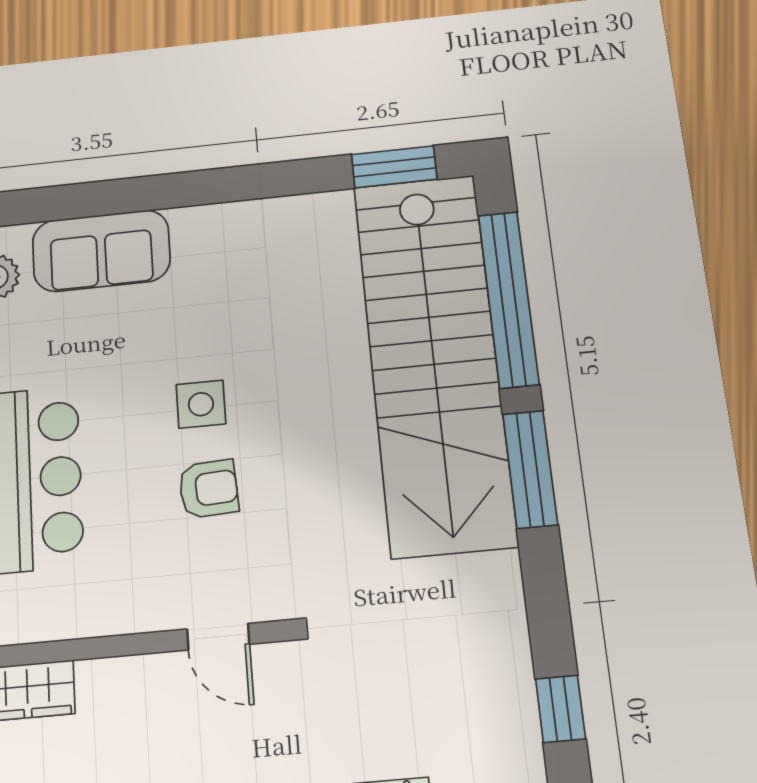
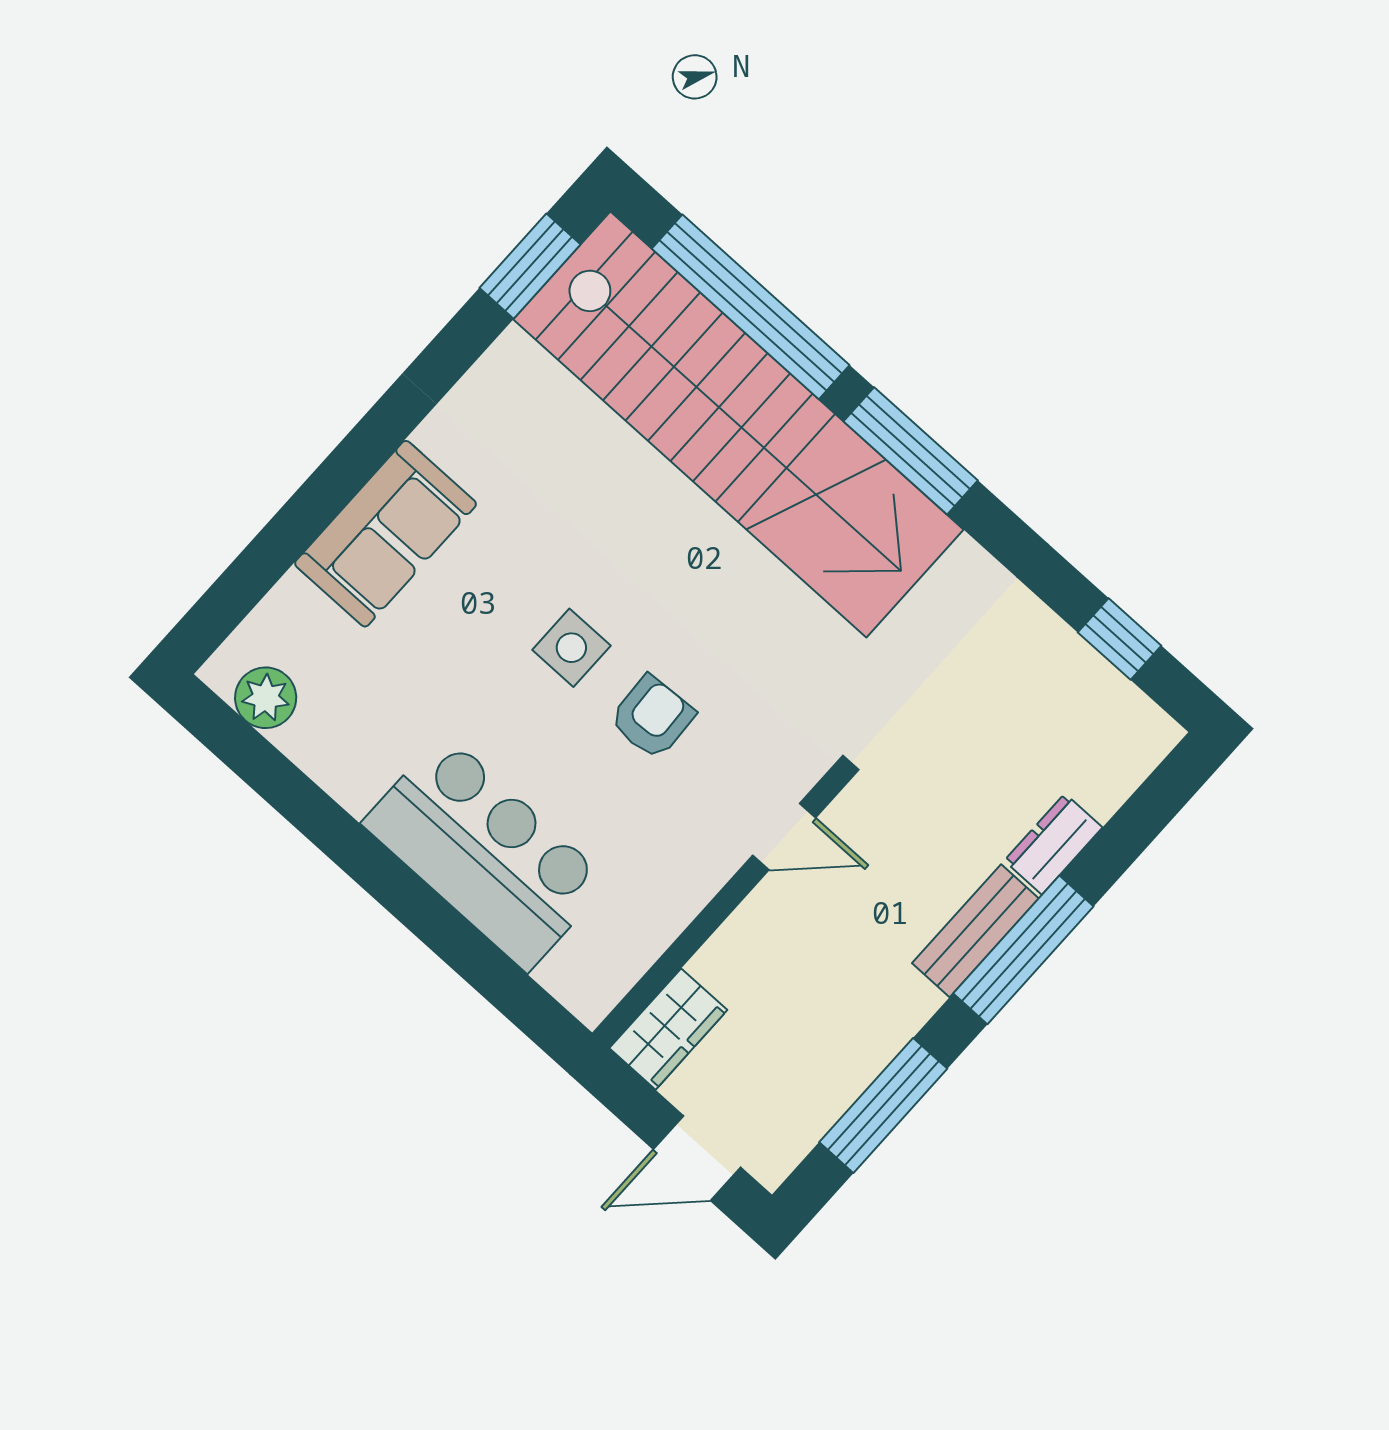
sofa: (101, 251) -> (385, 534), moved

